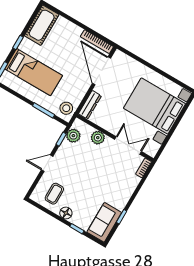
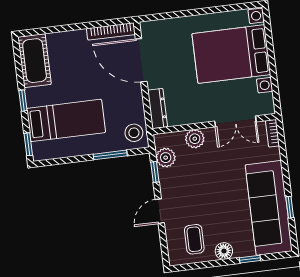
double door: (128, 145) -> (235, 121), swing flipped
sofa: (104, 222) -> (269, 208), width x1.85, depth x1.27

